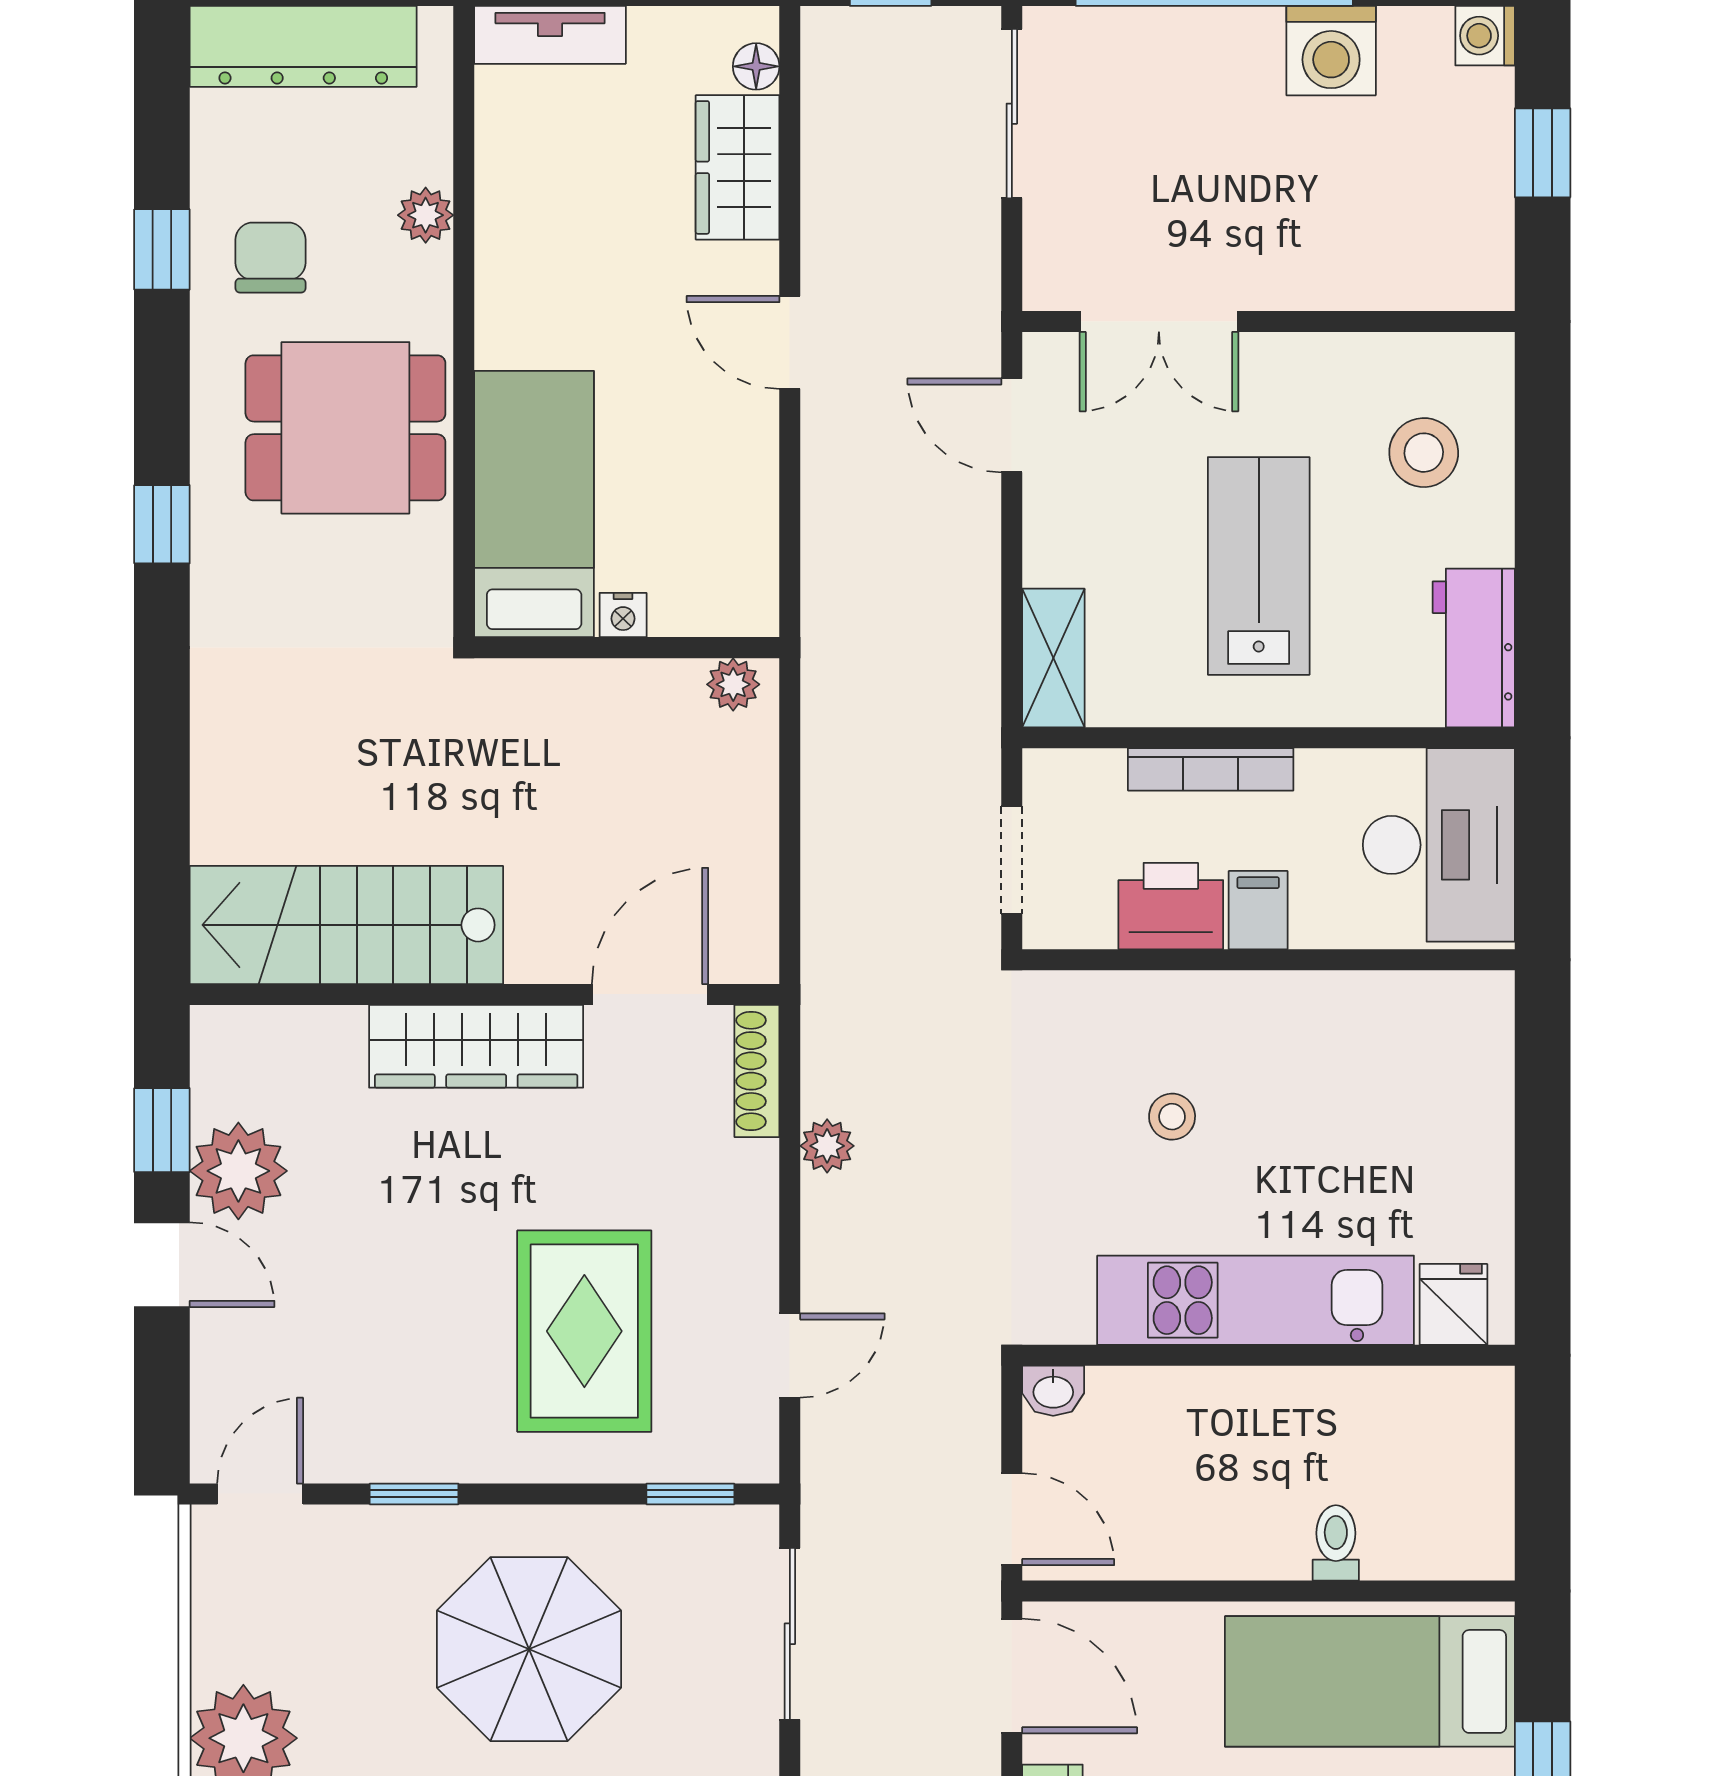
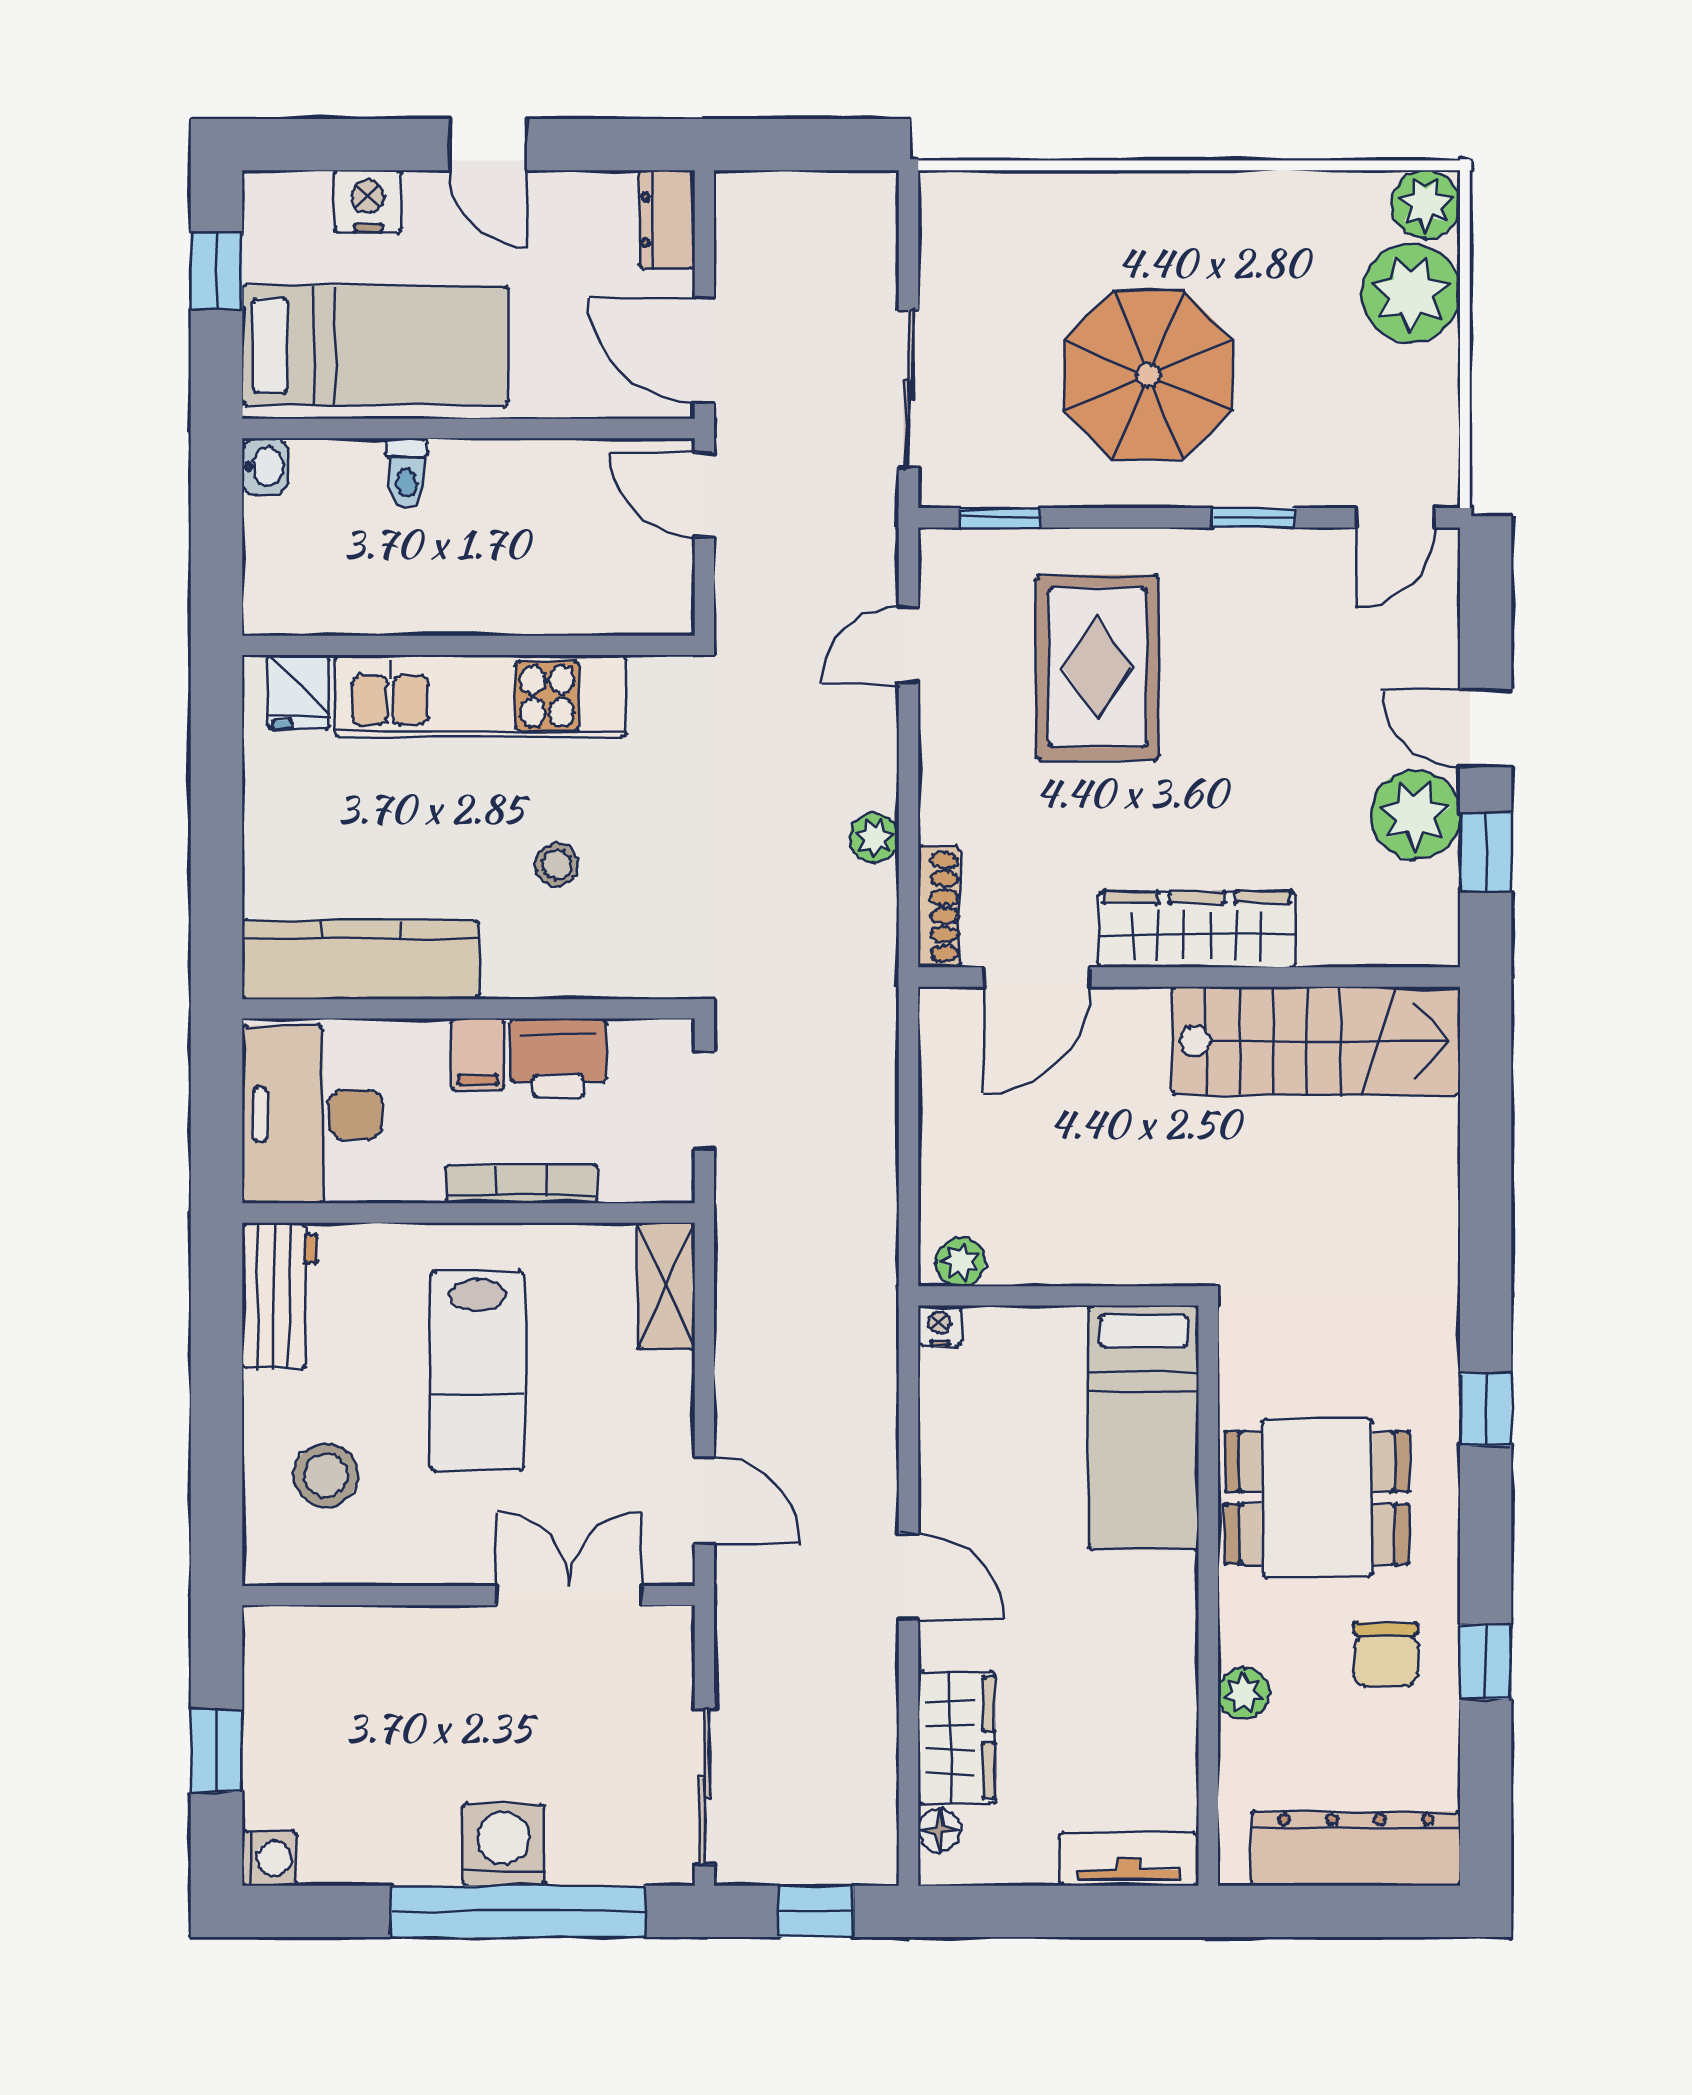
washing machine: (1331, 51) -> (504, 1845), moved
nightstand: (623, 615) -> (940, 1326), moved
kitchen counter: (1386, 1013) -> (361, 960), added
washbasin: (1053, 1391) -> (265, 467), moved, turned 90

